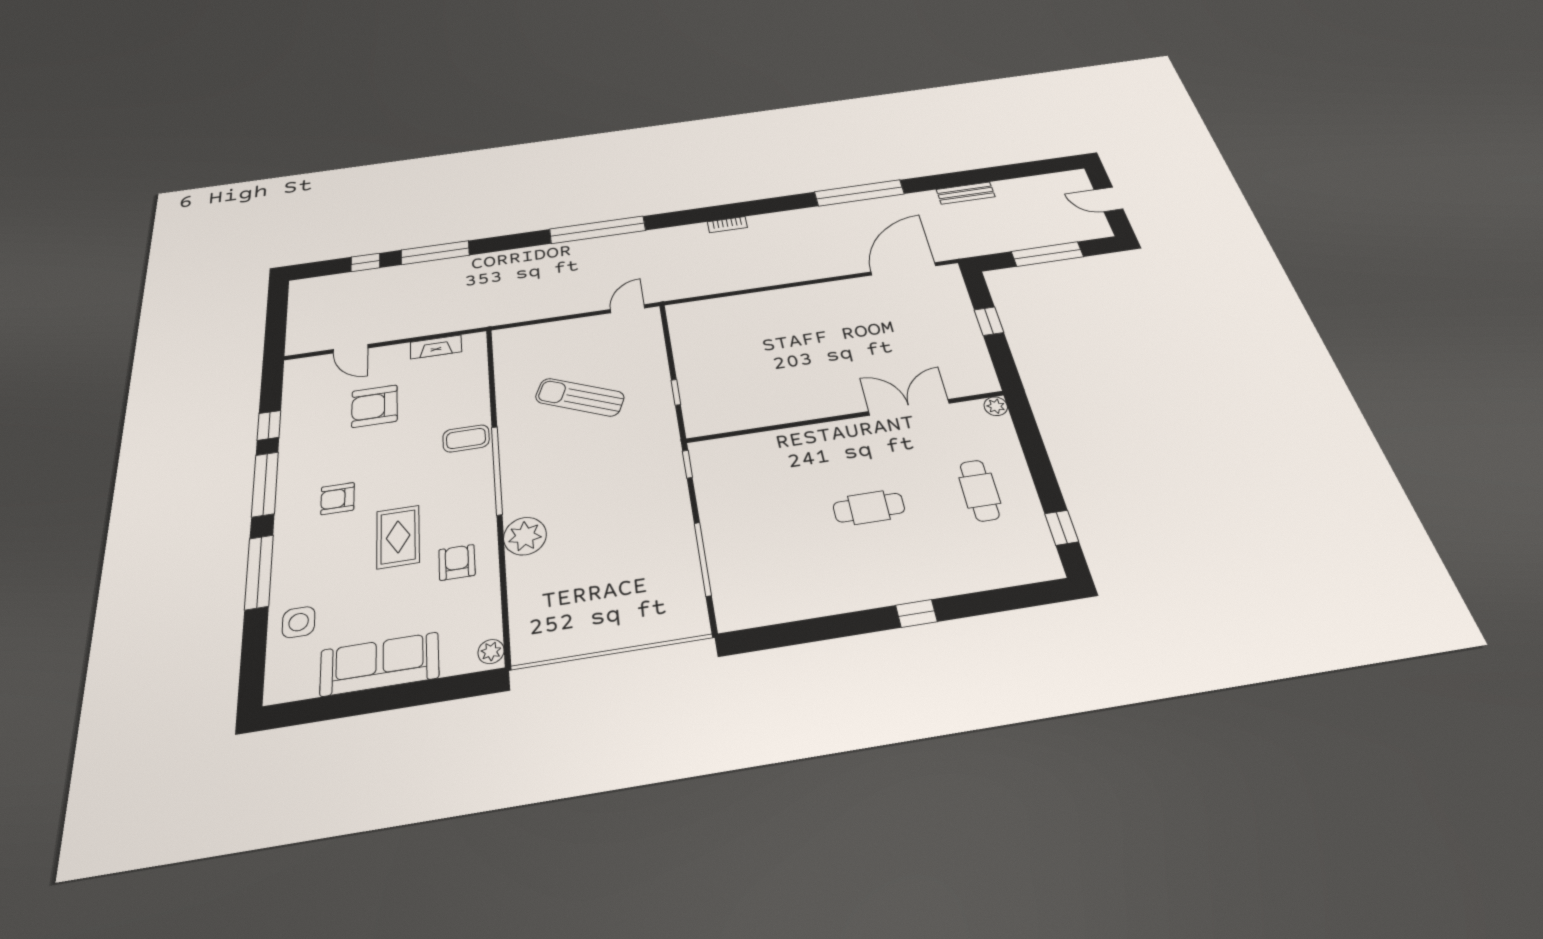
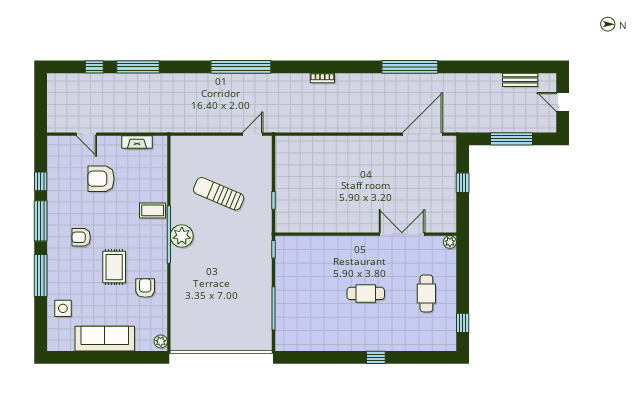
bench: (966, 193) -> (520, 80), moved
plant: (525, 536) -> (182, 236), moved

